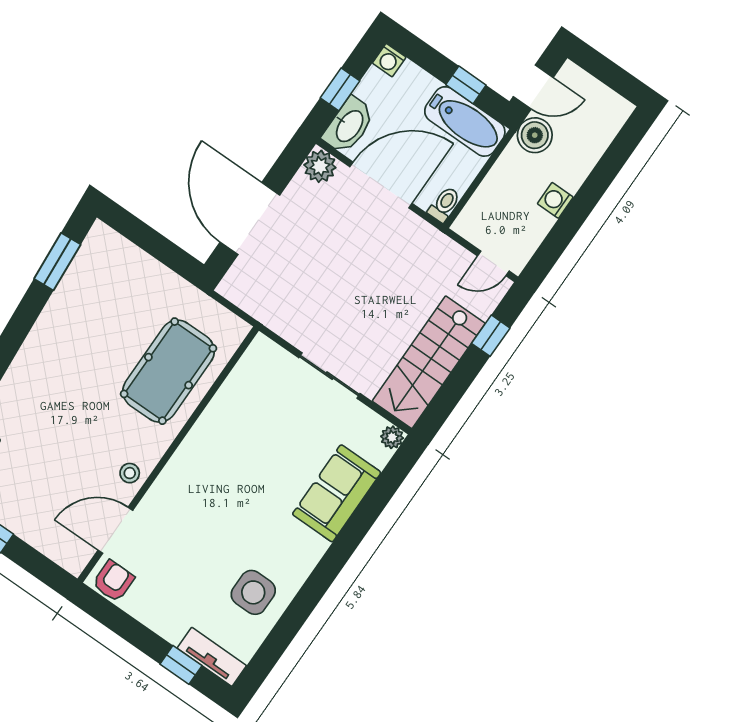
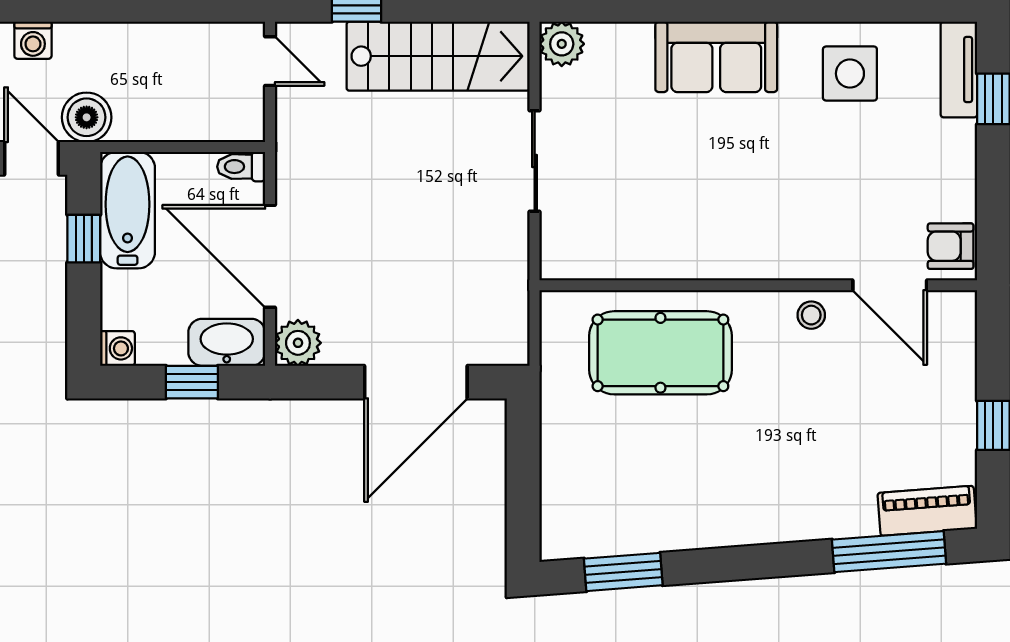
washing machine: (555, 200) -> (33, 40), moved
plant: (392, 437) -> (562, 44), width x1.38, depth x1.38
sofa: (337, 493) -> (716, 57), moved

